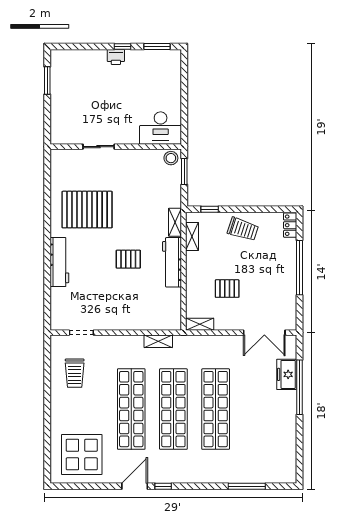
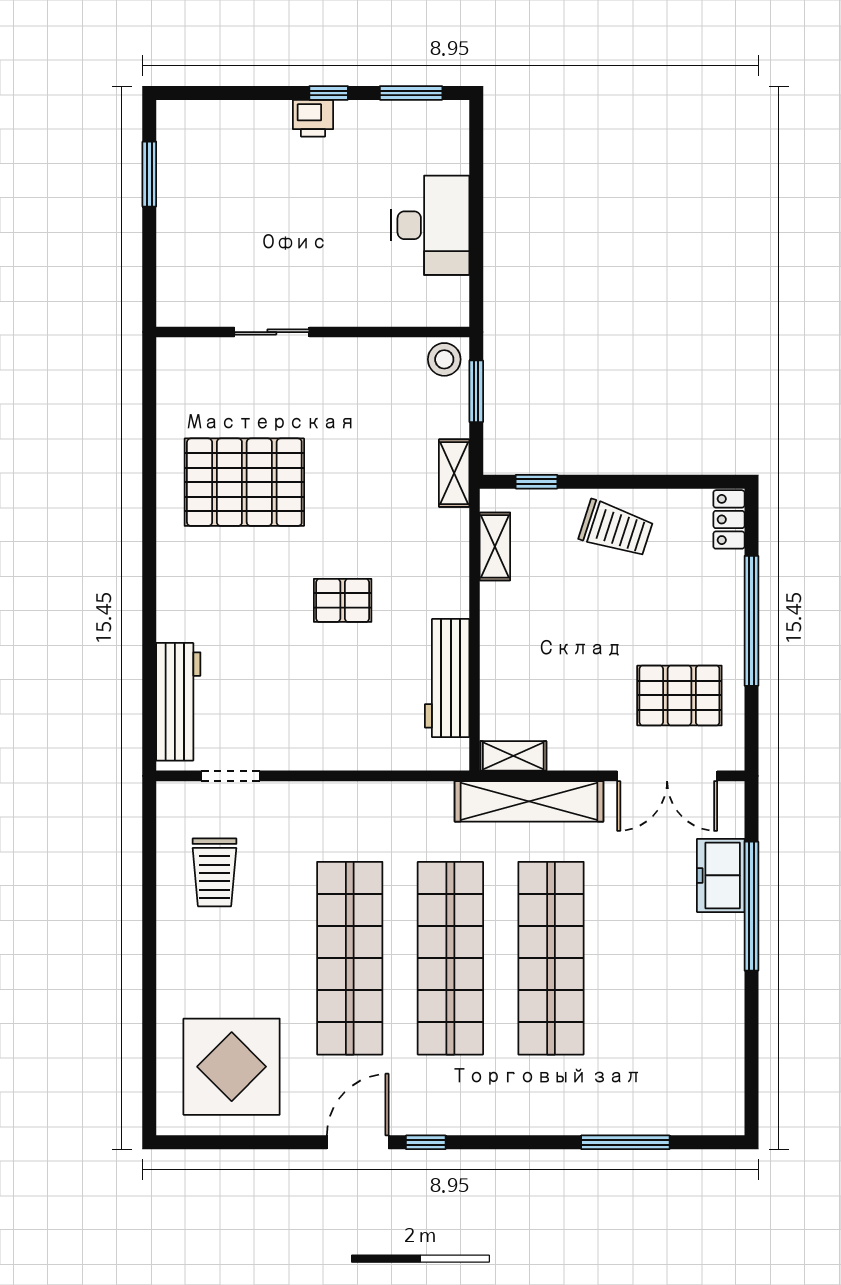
desk: (161, 128) -> (430, 225), moved, turned -90
shelving: (175, 222) -> (454, 473), moved
workbench: (59, 262) -> (178, 702), moved
workbench: (172, 262) -> (447, 678), moved
pallet: (227, 289) -> (679, 695), moved, width x1.50, depth x1.42
shelving: (158, 341) -> (529, 801), moved, width x2.20, depth x1.33

